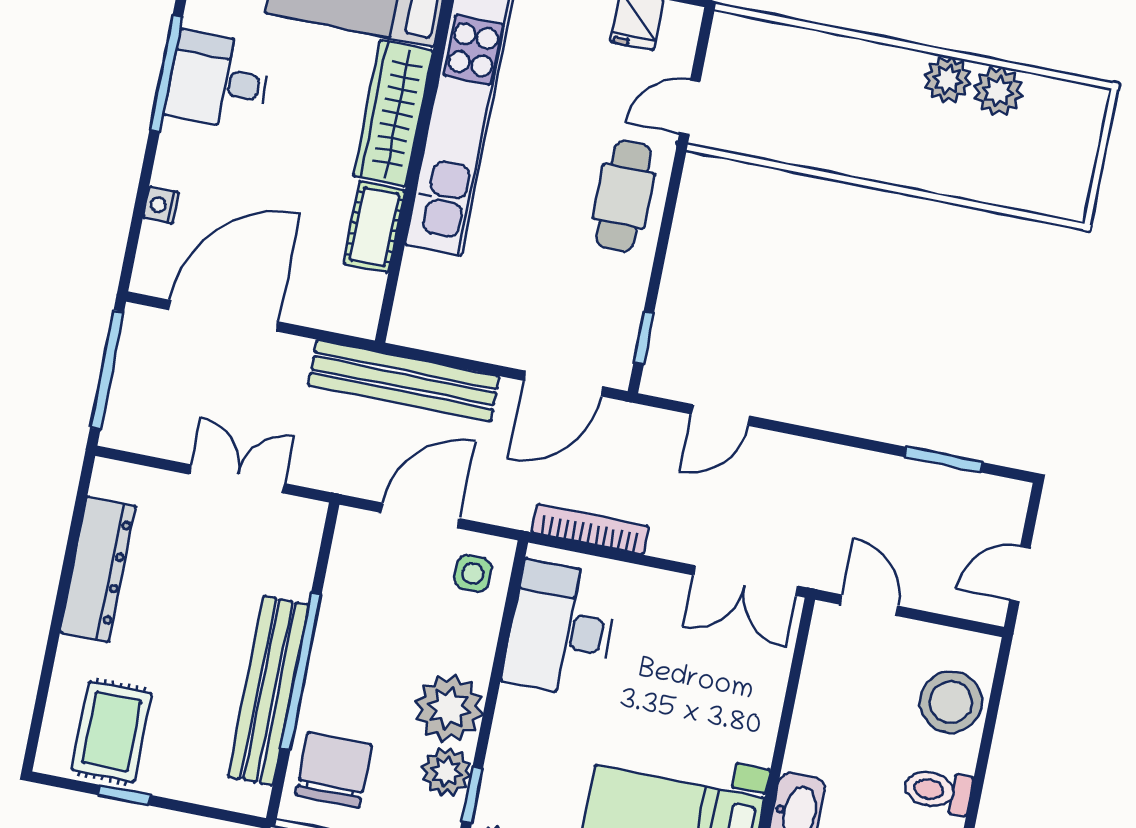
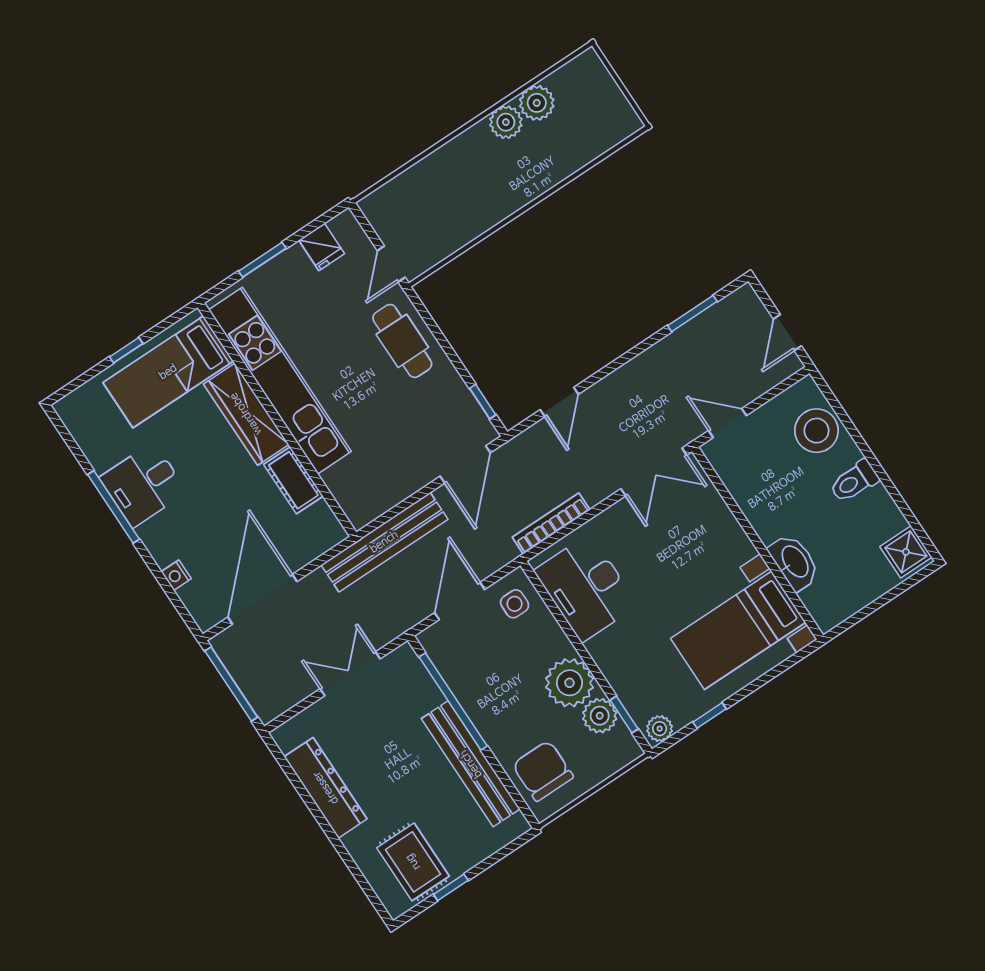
window: (301, 672) -> (453, 701), moved

